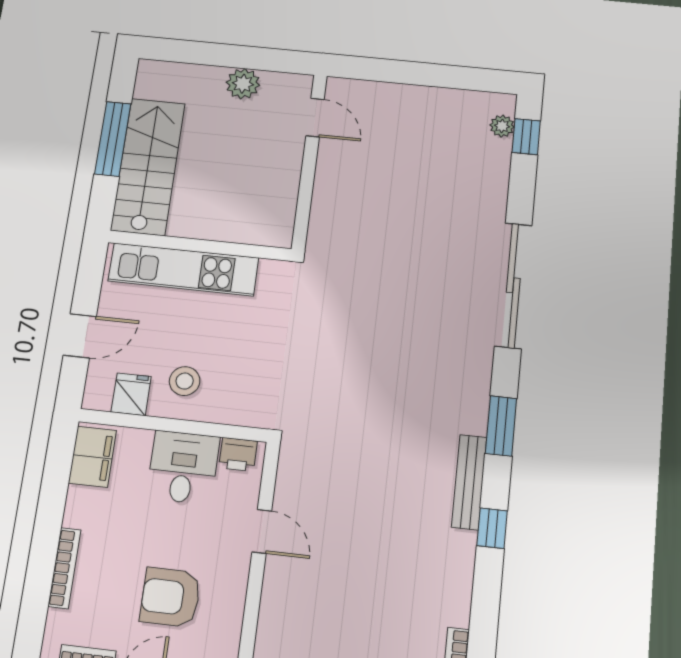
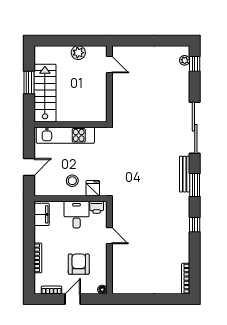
window: (113, 139) -> (29, 83), width x0.69
fridge: (131, 394) -> (93, 188), moved
bench: (469, 482) -> (185, 174), moved
armchair: (170, 597) -> (79, 264), turned 90

